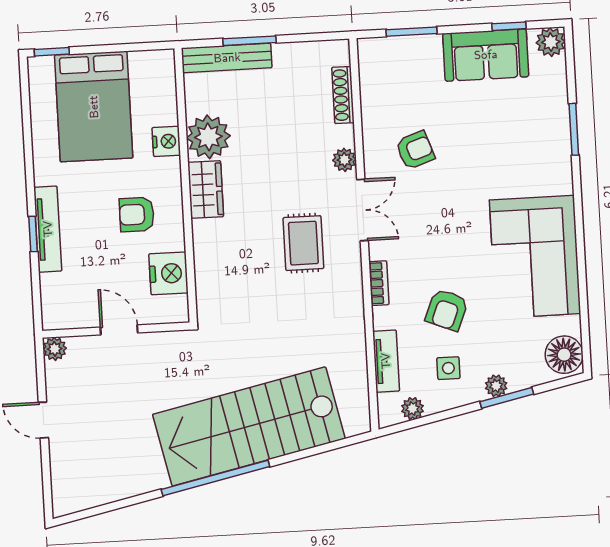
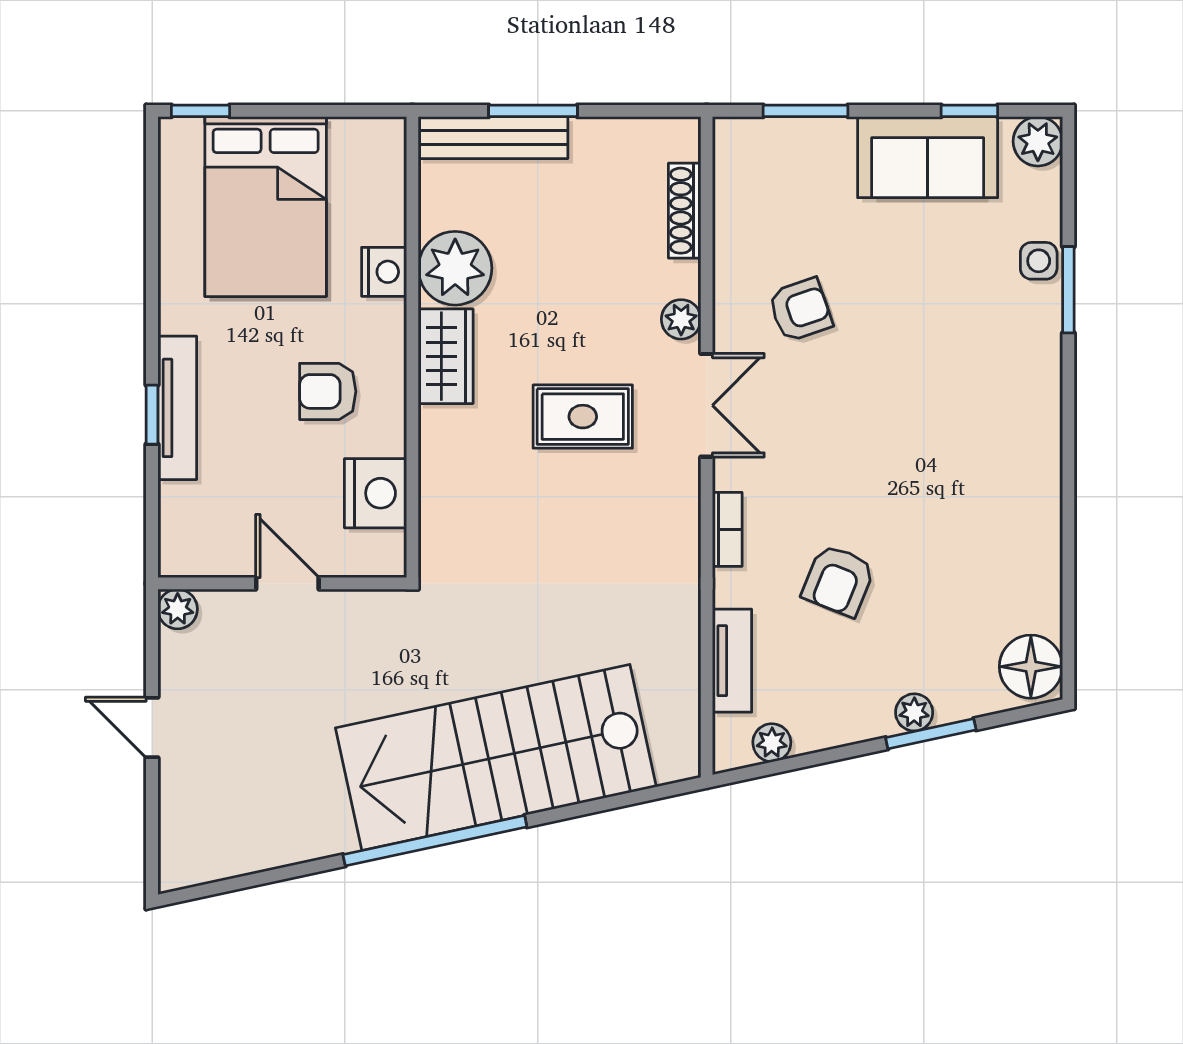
rug: (303, 243) -> (583, 417), moved, turned 90
corner sofa: (535, 257) -> (991, 500), removed
side table: (448, 368) -> (1039, 261), moved

